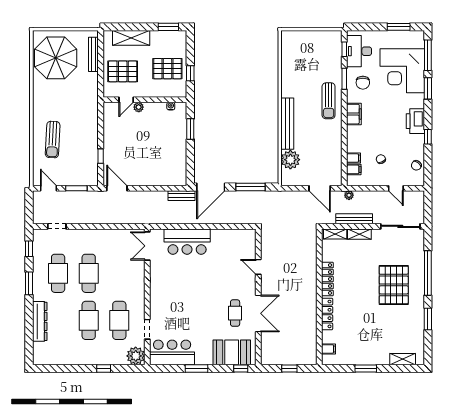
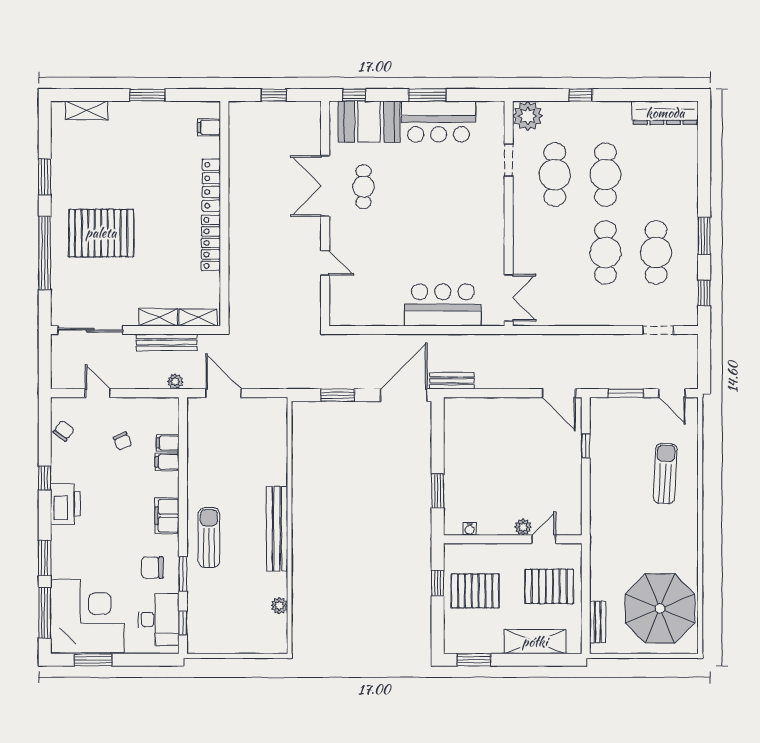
bench: (93, 54) -> (598, 622), width x0.73
corner desk: (402, 71) -> (87, 616), moved
chair: (363, 83) -> (152, 568), turned -90
bench: (287, 124) -> (277, 529), moved
plant: (290, 160) -> (279, 606), moved, width x0.53, depth x0.53
filing cabinet: (354, 169) -> (167, 462), moved
window: (251, 187) -> (338, 395), width x0.69
pallet: (394, 285) -> (101, 233), turned 90
dresser: (40, 321) -> (665, 113), moved, turned -90
bar counter: (172, 352) -> (439, 122), moved

